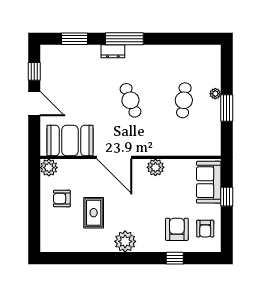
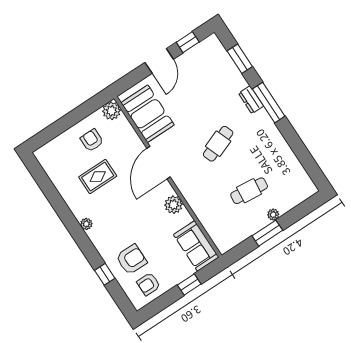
sofa: (209, 182) -> (196, 246), moved, turned -90
plant: (125, 241) -> (86, 224), width x0.53, depth x0.53

